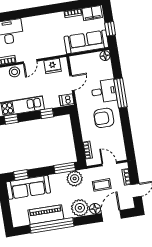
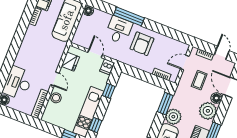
plant: (75, 179) -> (173, 117), moved

